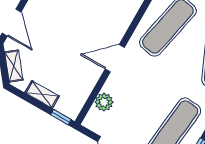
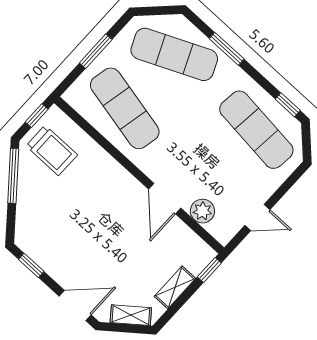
door: (115, 58) -> (165, 199), moved

